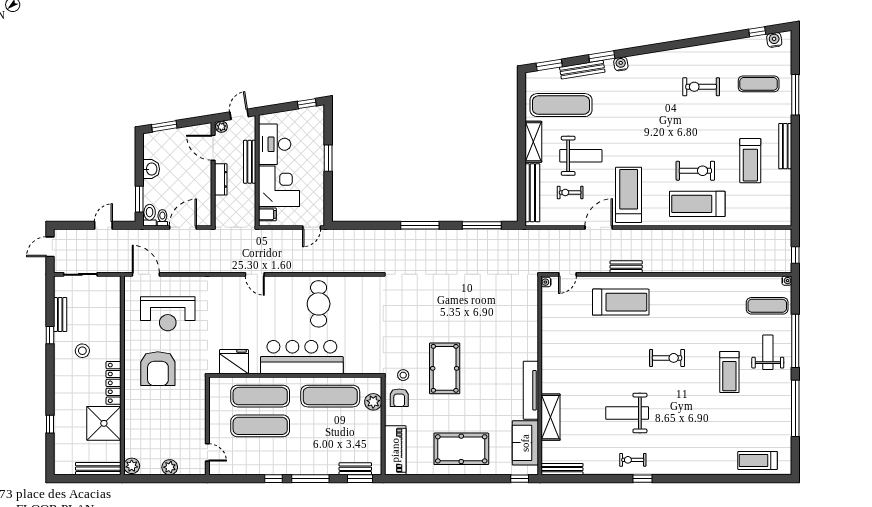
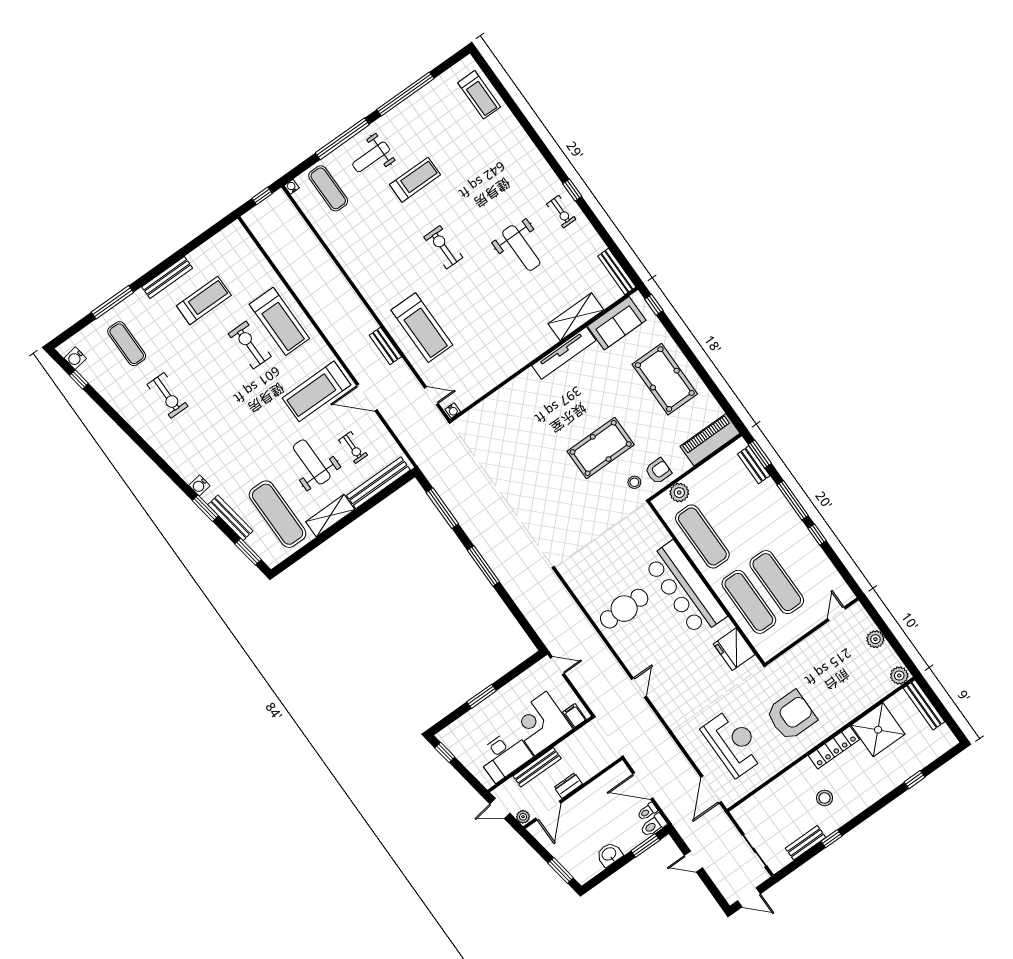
dresser: (221, 179) -> (568, 786), width x0.70
treadmill: (621, 302) -> (422, 328), turned 180

